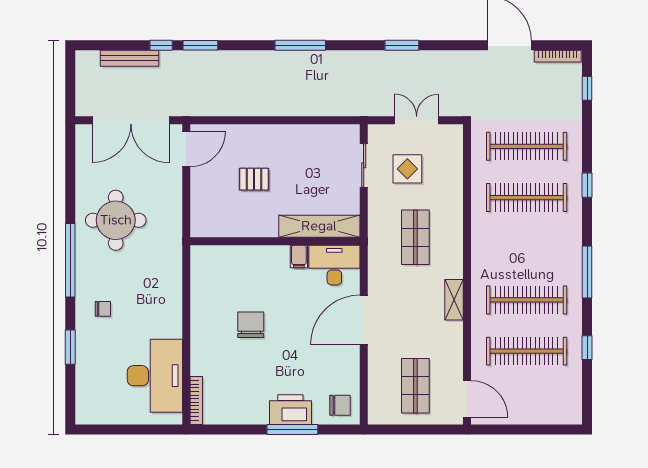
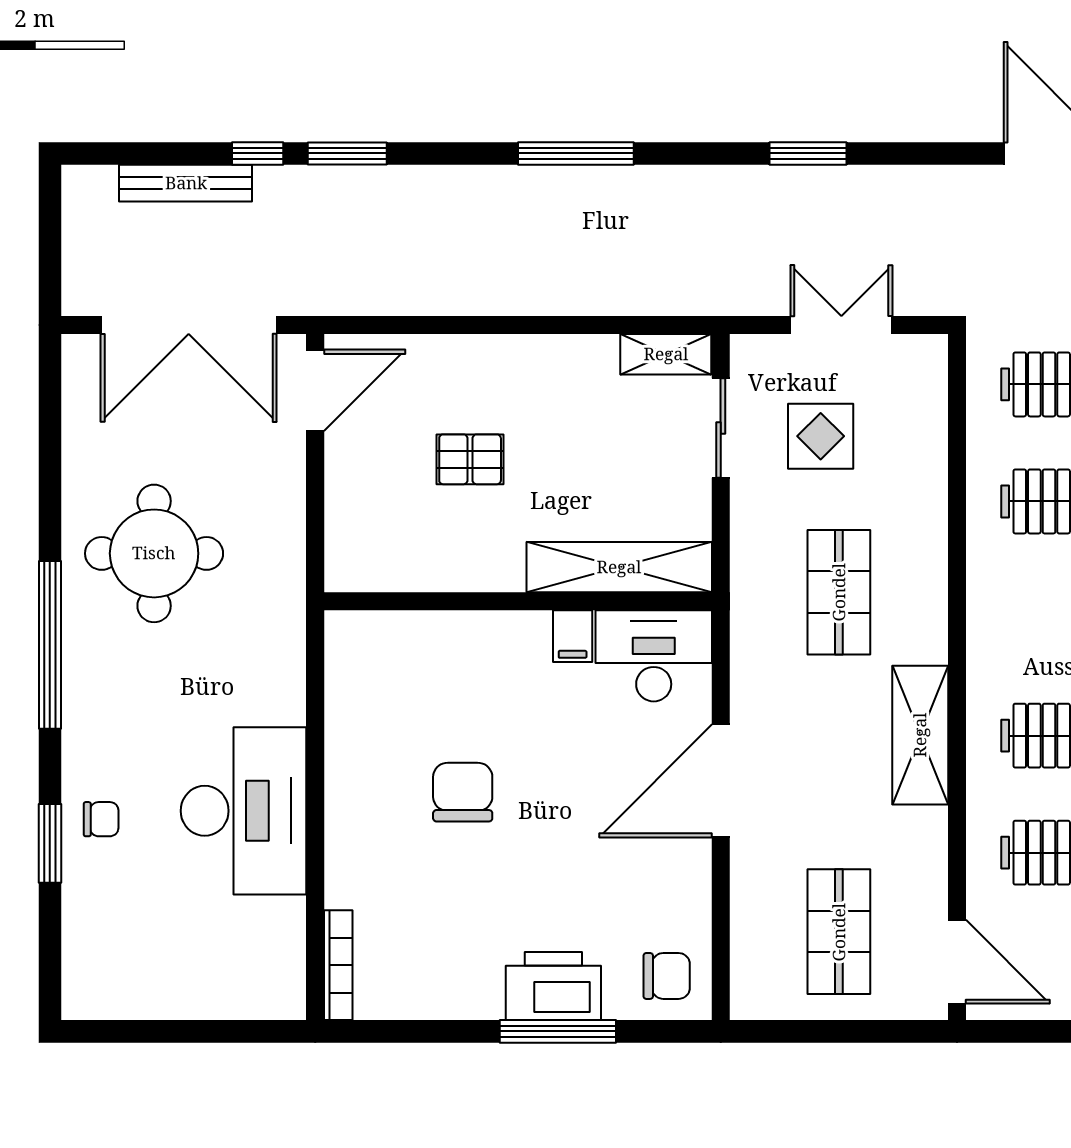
shelving: (340, 133) -> (666, 354), added
shelving: (454, 300) -> (920, 735), width x1.50, depth x1.33
chair: (103, 309) -> (101, 819), moved
desk: (155, 376) -> (244, 811), moved

